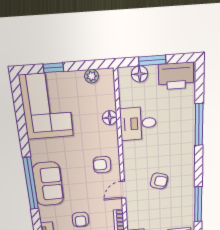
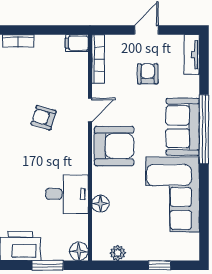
floor lamp: (140, 74) -> (79, 251), moved
corner sofa: (47, 106) -> (172, 195), moved
armchair: (102, 165) -> (114, 146), width x1.88, depth x1.88

